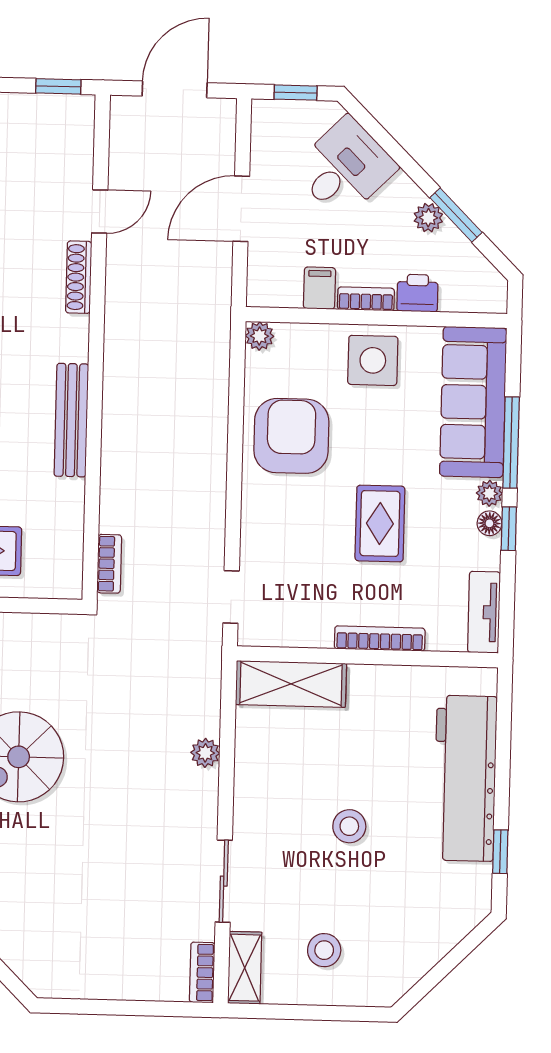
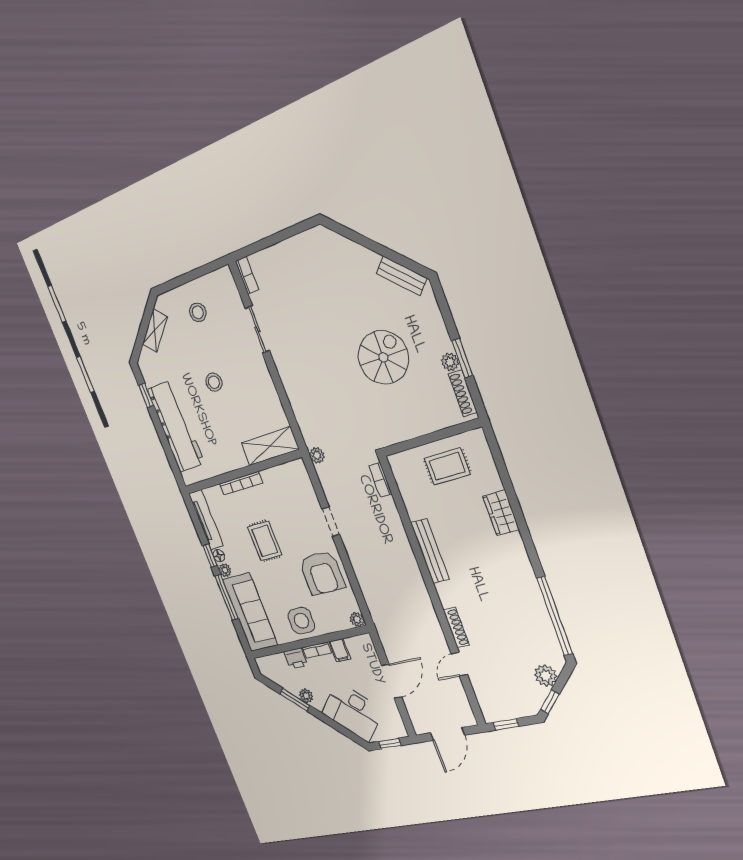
desk: (345, 168) -> (353, 711), width x1.37
doorway: (231, 597) -> (331, 522), moved
tv unit: (484, 612) -> (206, 520), width x1.41
plant: (205, 753) -> (317, 455), moved
shelving: (245, 968) -> (155, 330), moved, turned 45

